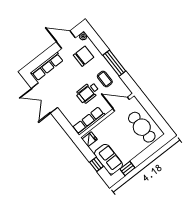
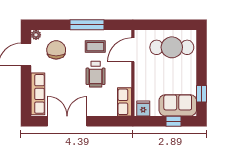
double door: (44, 98) -> (67, 121), swing flipped
row of seats: (89, 121) -> (125, 102), width x0.68

